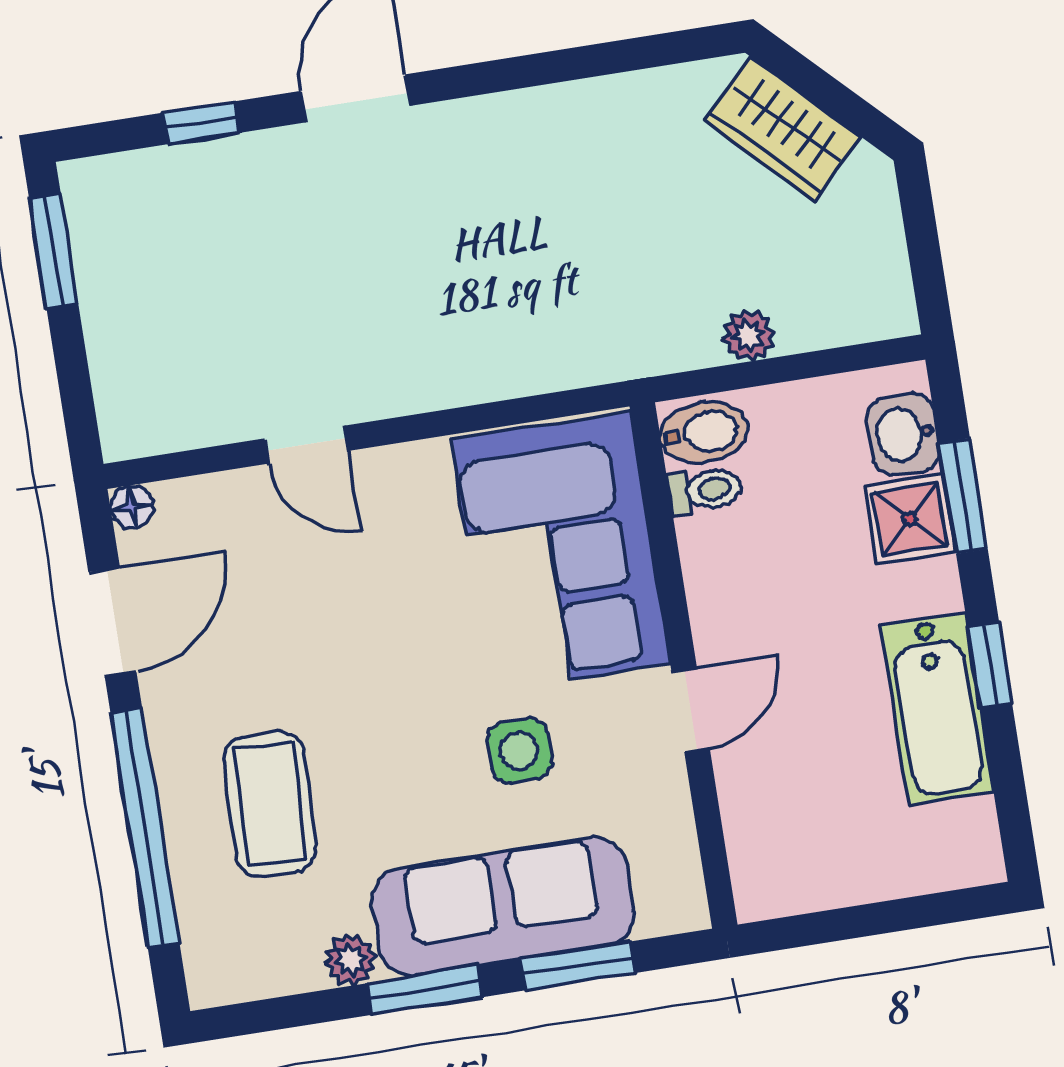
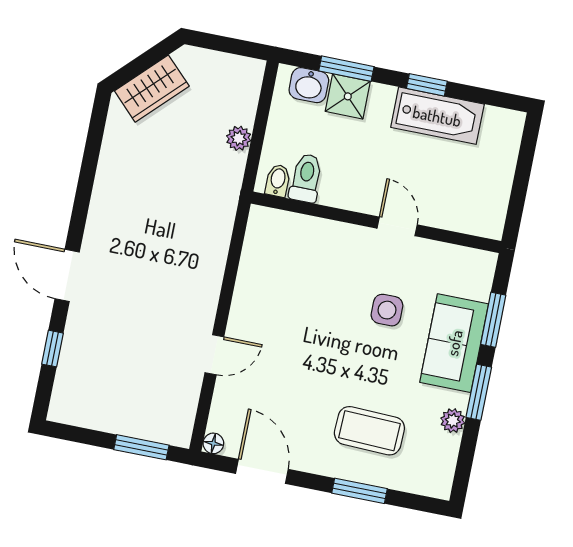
window: (54, 251) -> (141, 447), moved
bidet: (704, 432) -> (278, 181), width x0.72, depth x0.74
toilet: (705, 490) -> (306, 178), width x1.37, depth x1.39
corner sofa: (560, 552) -> (304, 259), removed
window: (145, 828) -> (360, 491), width x0.47
sofa: (503, 906) -> (454, 343), width x0.73

